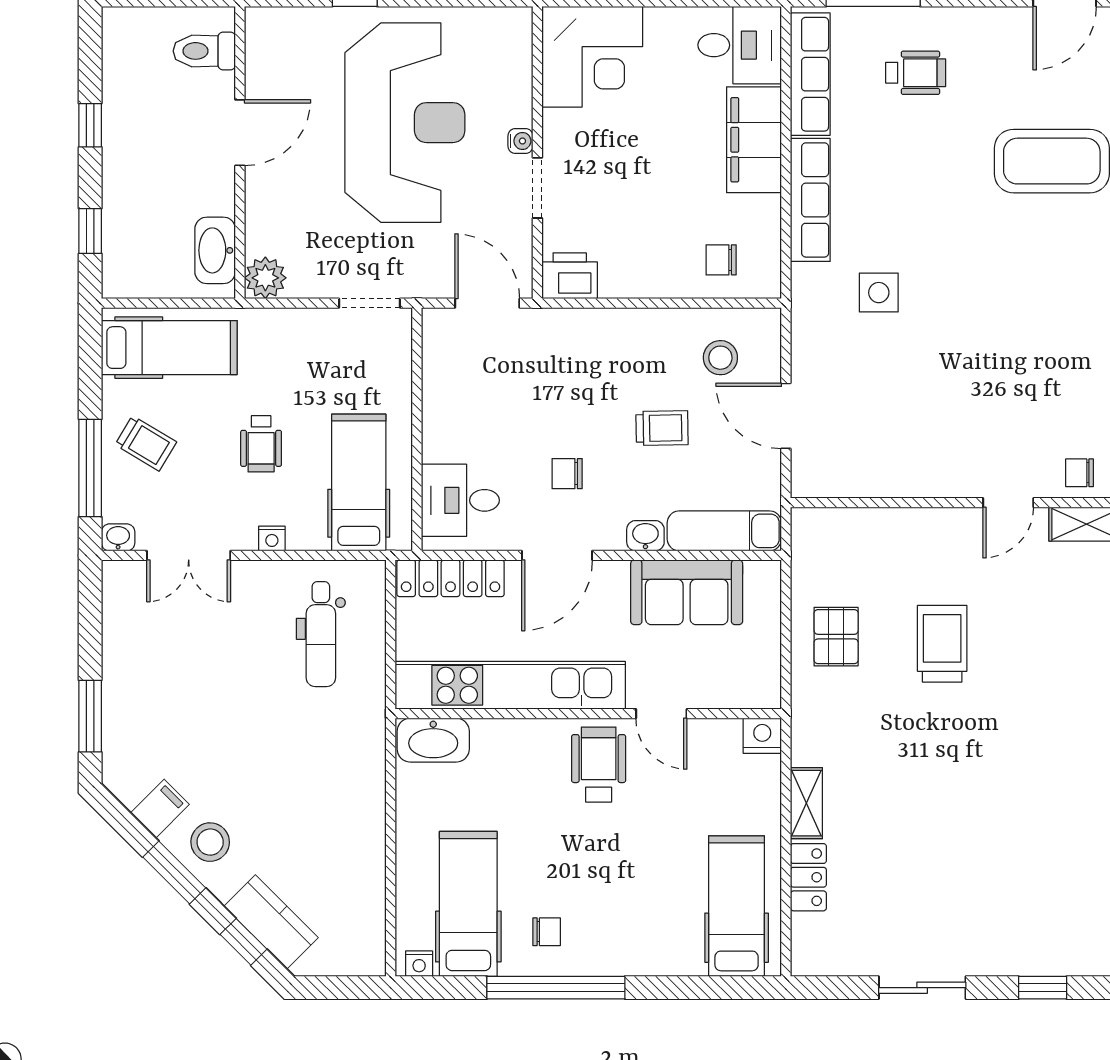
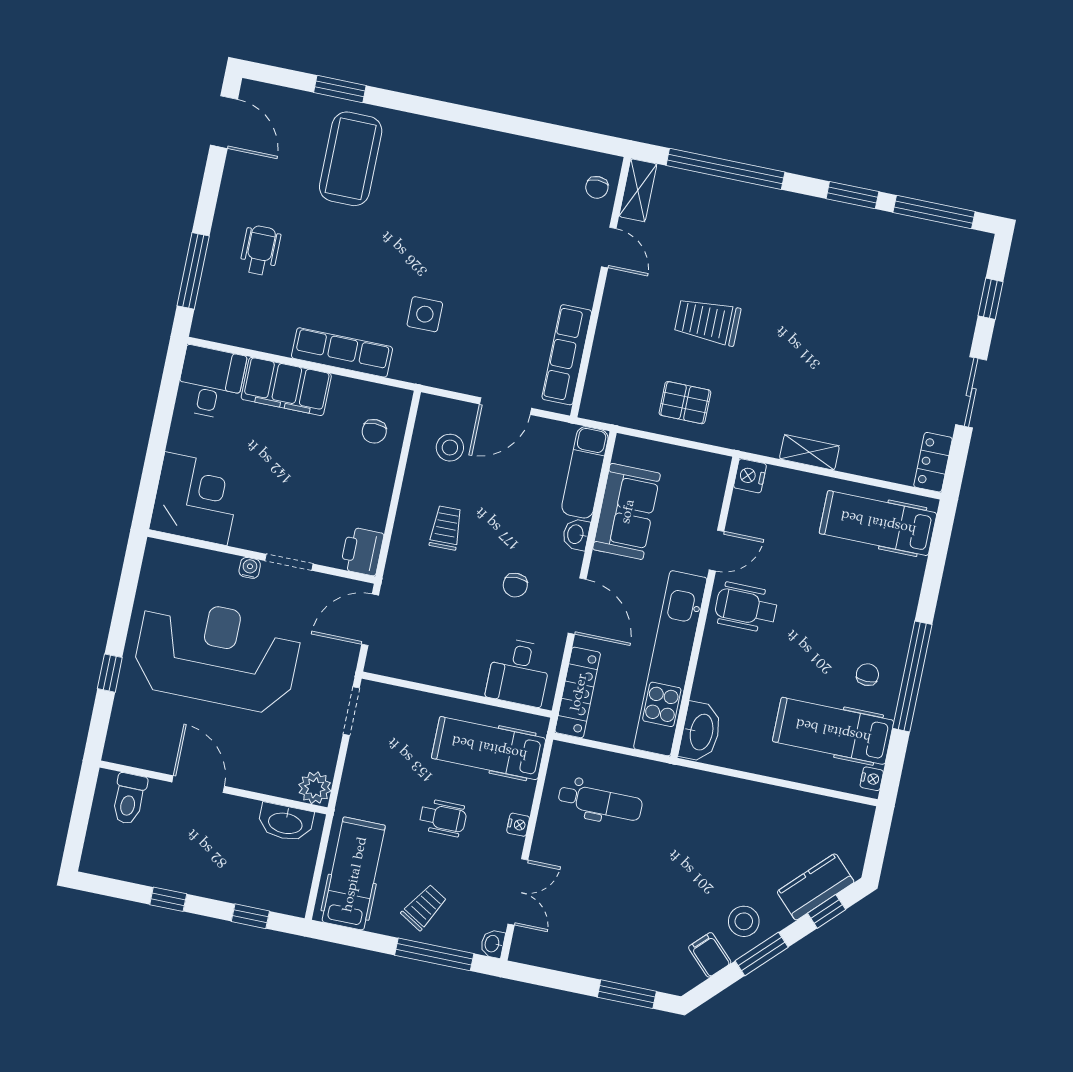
row of seats: (810, 74) -> (567, 355), moved, turned -90
trolley: (662, 428) -> (446, 528), moved
locker: (808, 877) -> (933, 462), moved, turned -90

